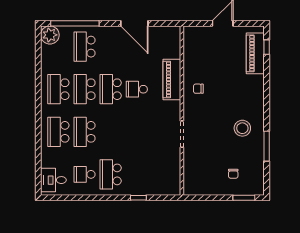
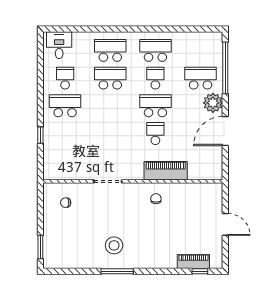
plant: (50, 35) -> (213, 103), moved
piano: (255, 53) -> (193, 261), width x0.73, depth x0.75
school desk: (85, 89) -> (155, 78), width x0.54
window: (267, 146) -> (117, 271), moved
chair: (233, 174) -> (66, 203), moved

